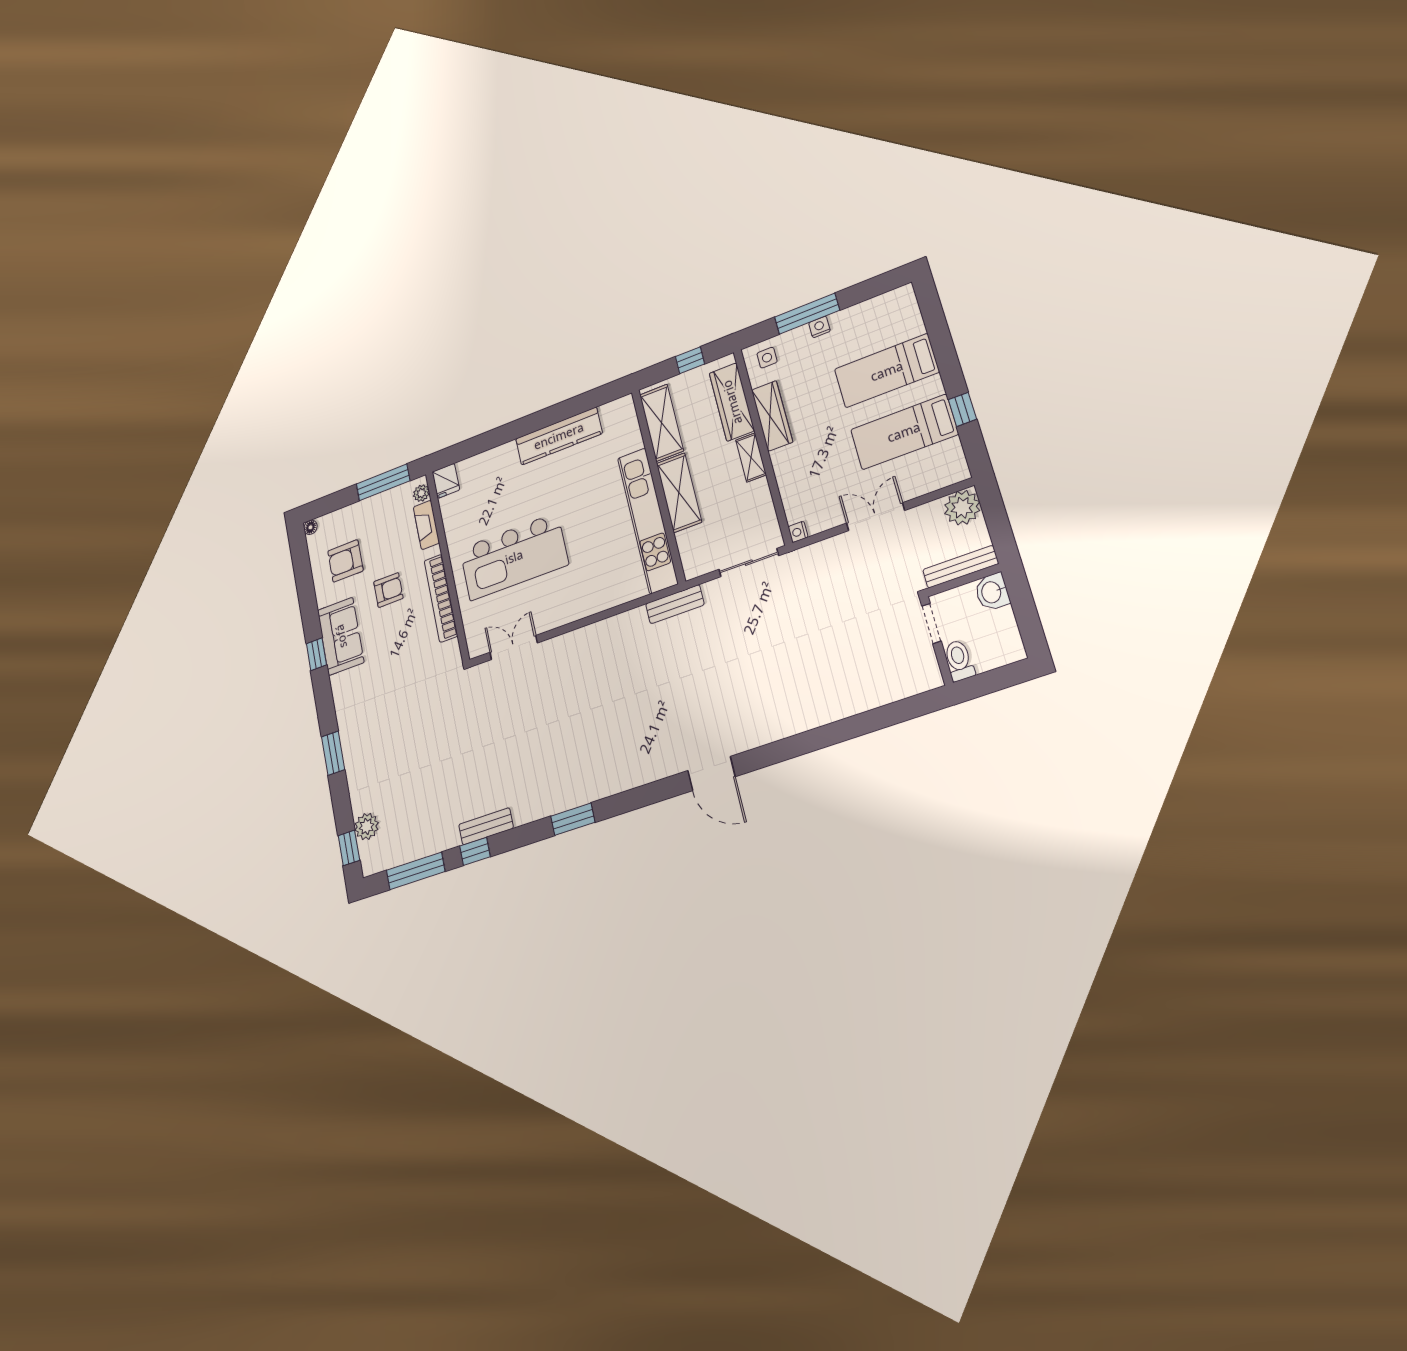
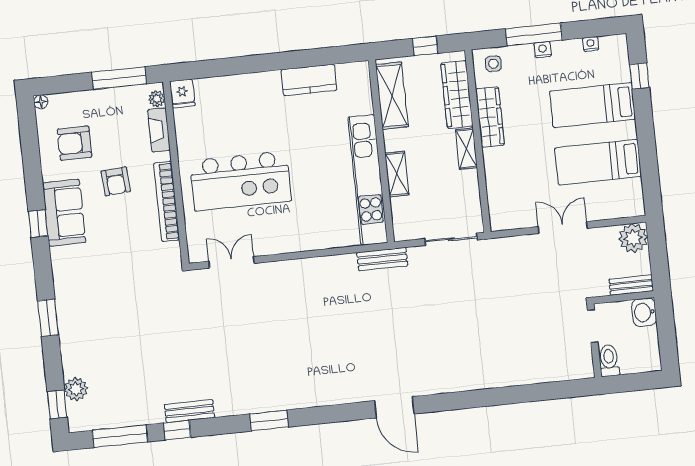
window: (962, 409) -> (639, 76), moved
kitchen counter: (559, 436) -> (309, 80), width x0.67
shelving: (679, 493) -> (397, 174), width x0.67, depth x0.75
nightstand: (798, 532) -> (591, 44), moved, turned 90
bench: (961, 567) -> (631, 285), width x0.73
armchair: (388, 590) -> (116, 181), turned 86

